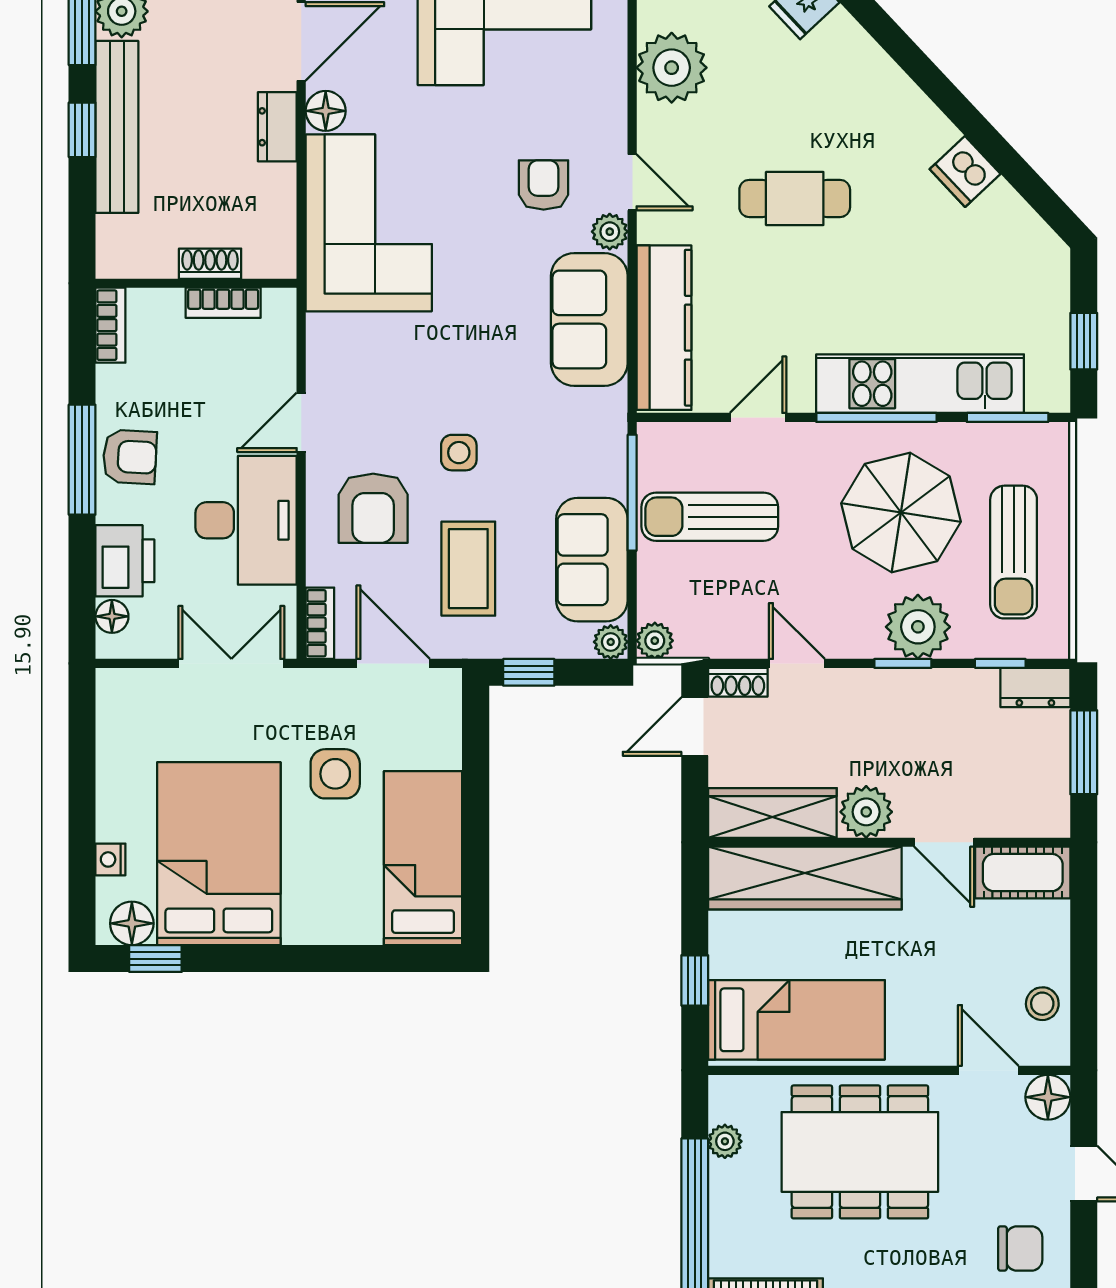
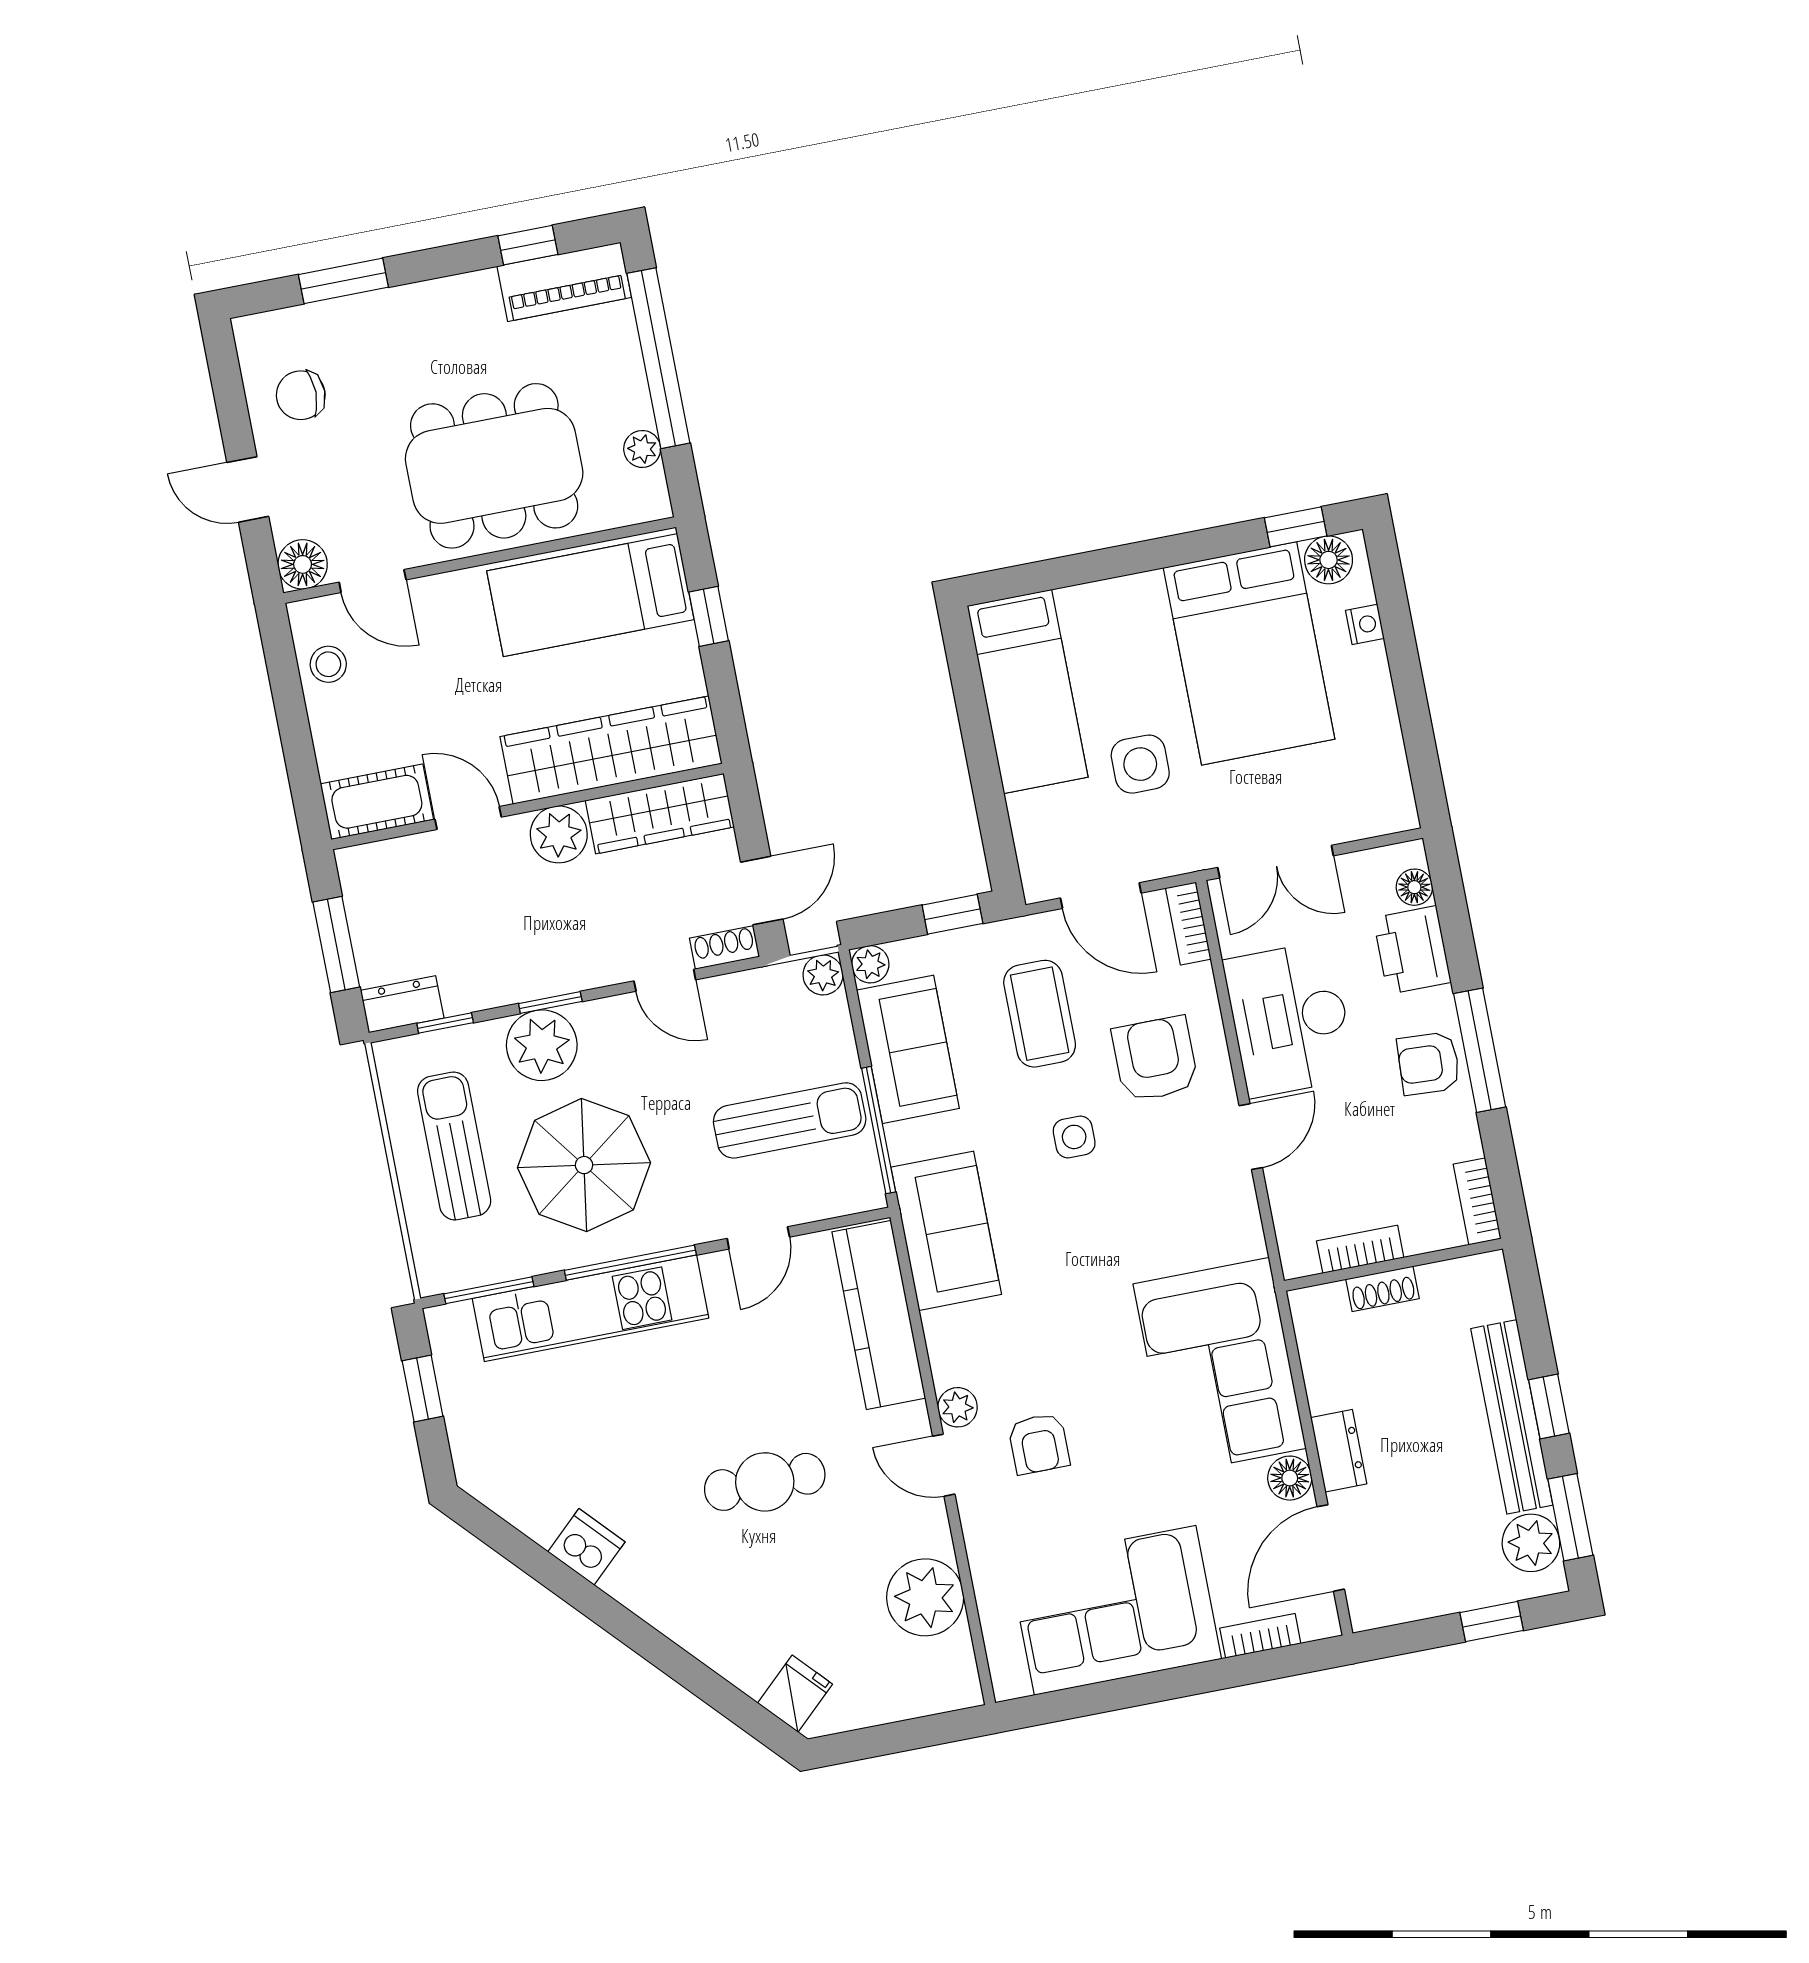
sofa: (589, 319) -> (946, 1231), moved

